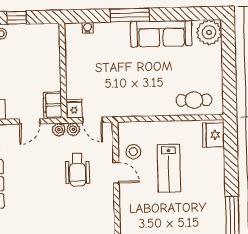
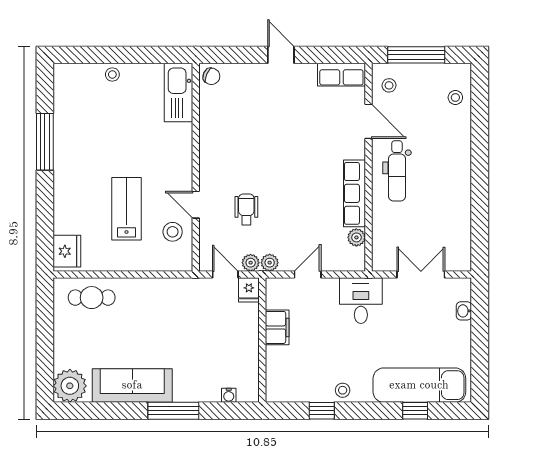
filing cabinet: (52, 105) -> (277, 327), moved
wheelchair: (77, 170) -> (246, 209), width x0.73, depth x0.73

